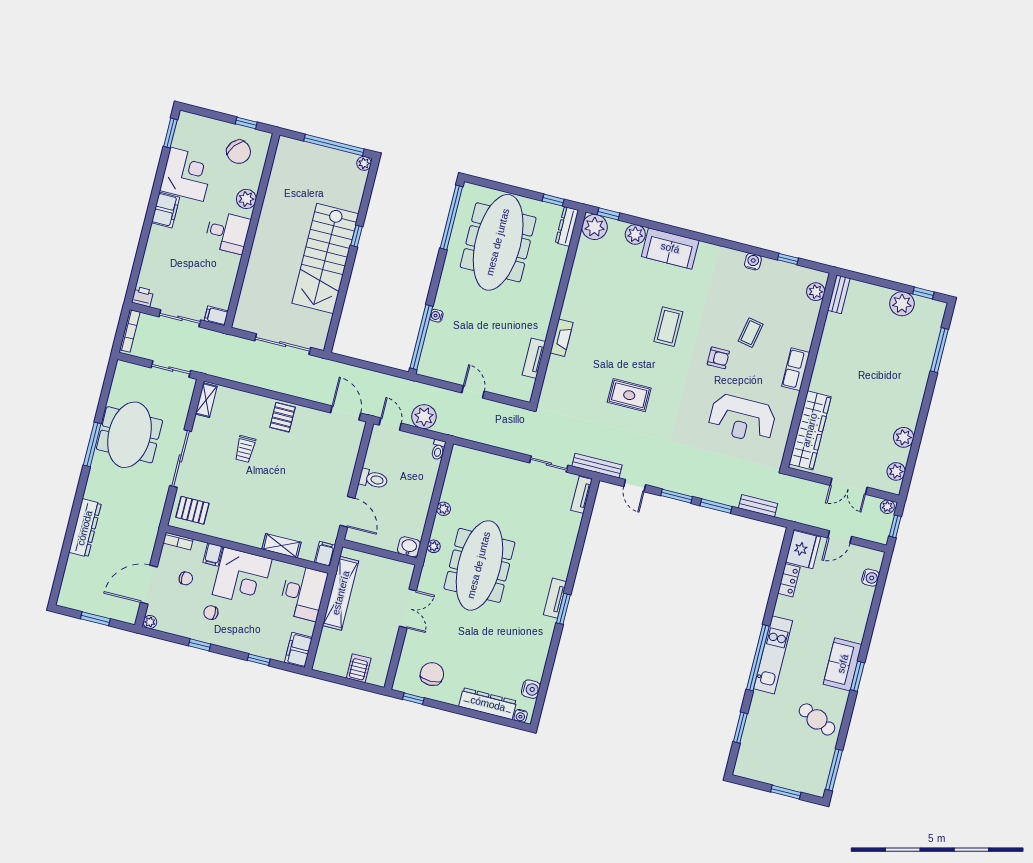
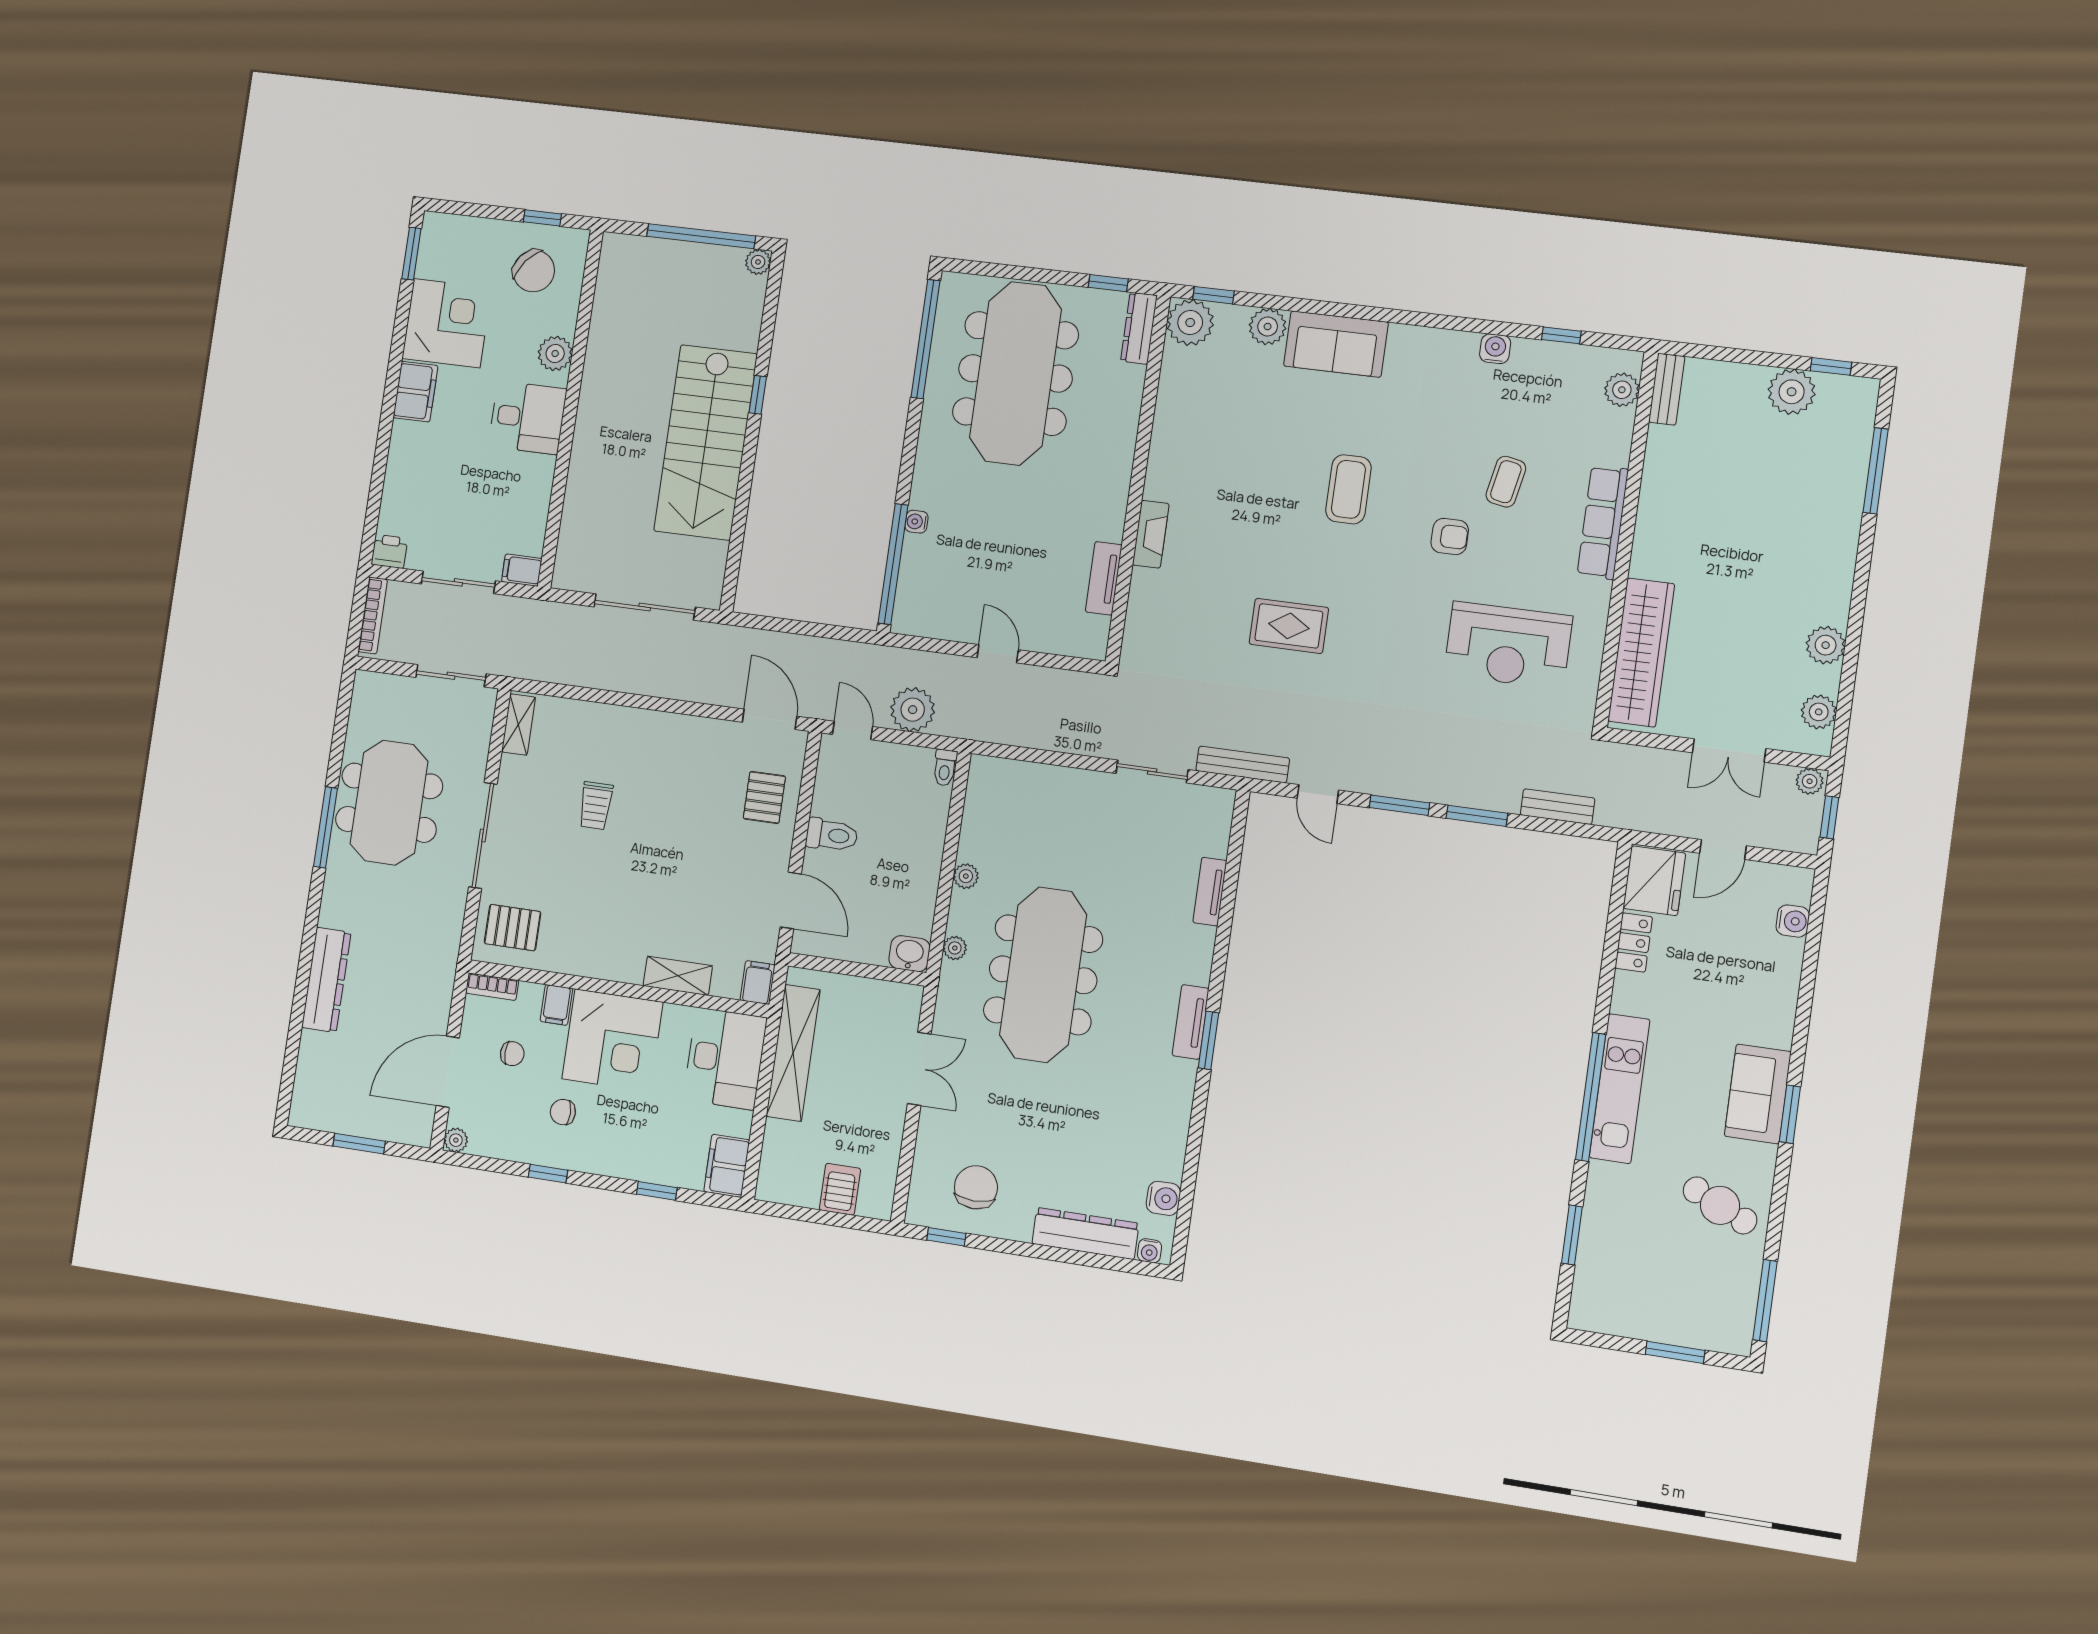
row of seats: (796, 369) -> (1603, 522), width x1.48
pallet: (283, 417) -> (764, 797), moved
tv unit: (582, 495) -> (1210, 892), moved

